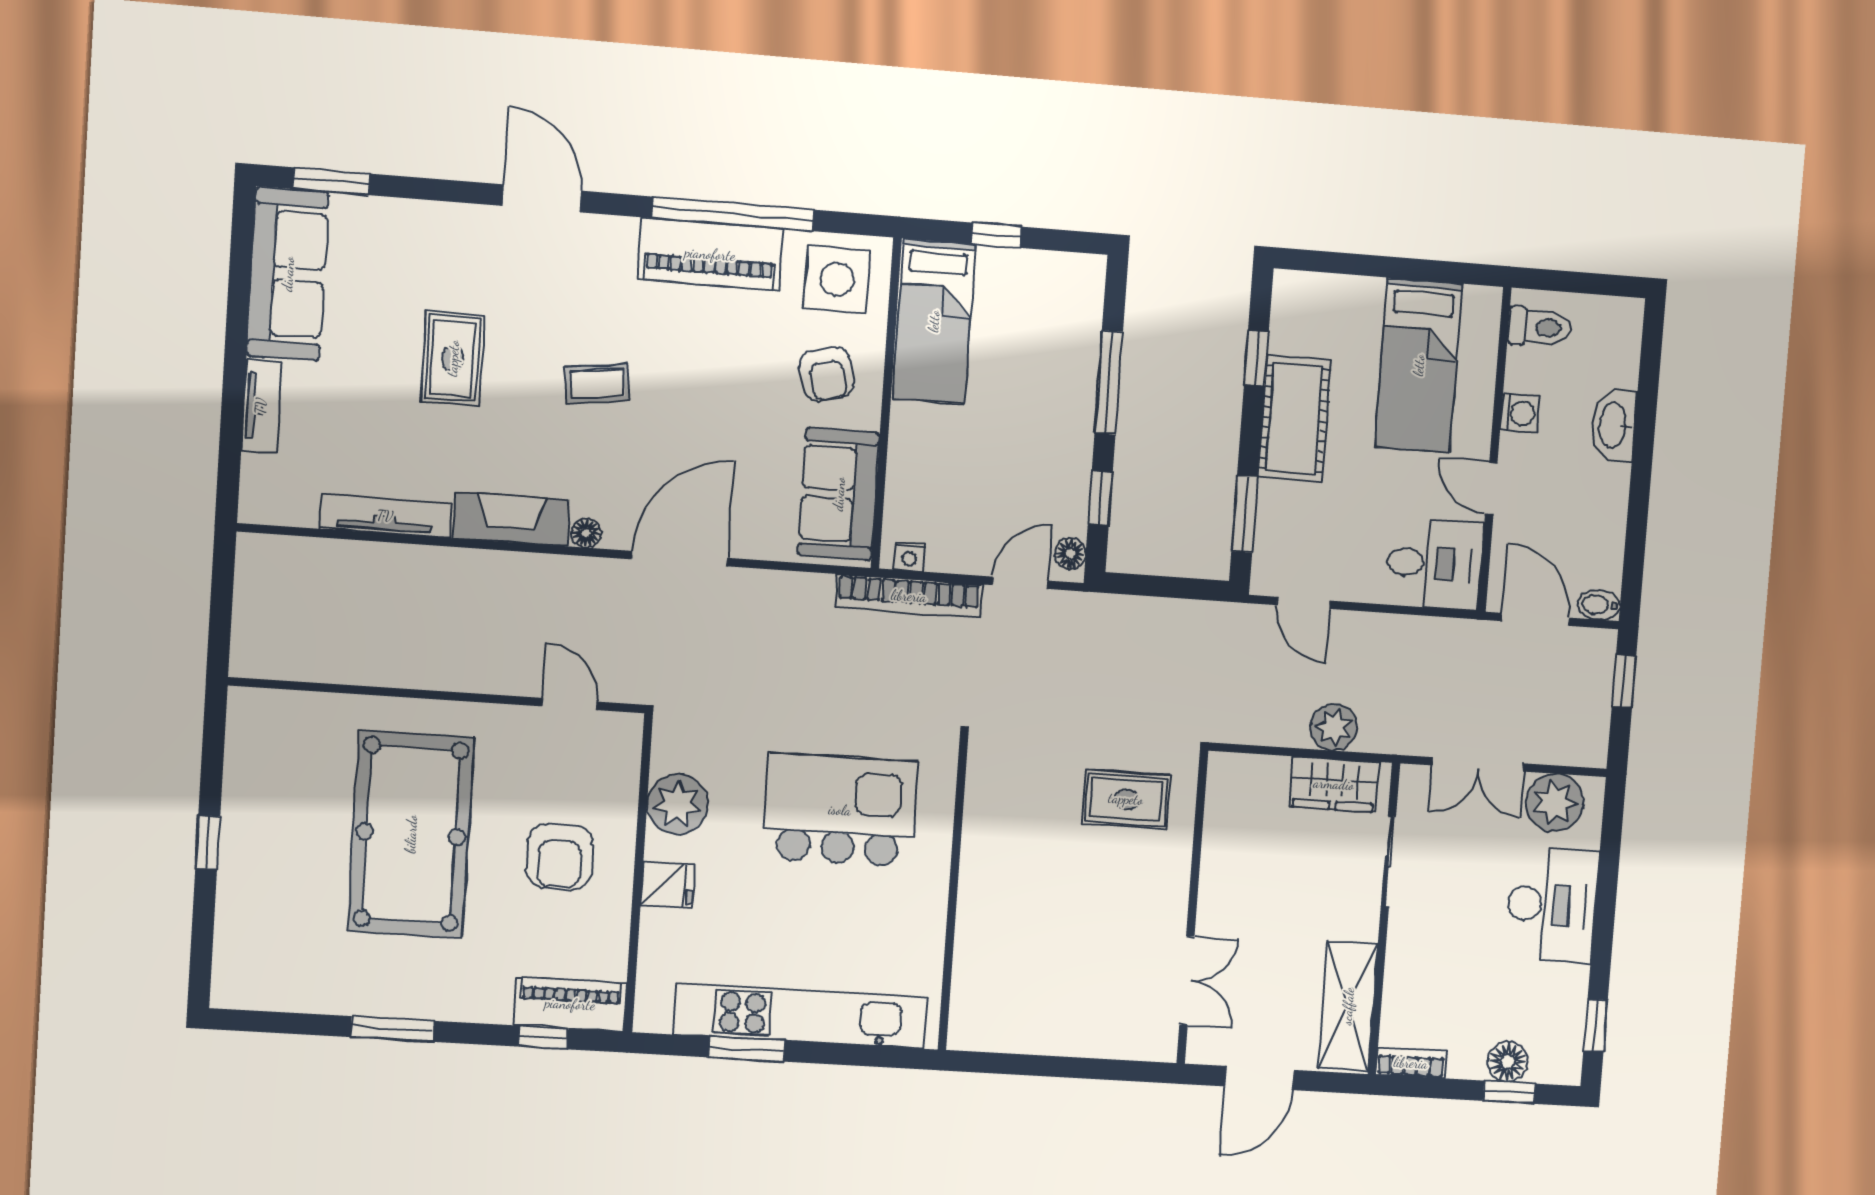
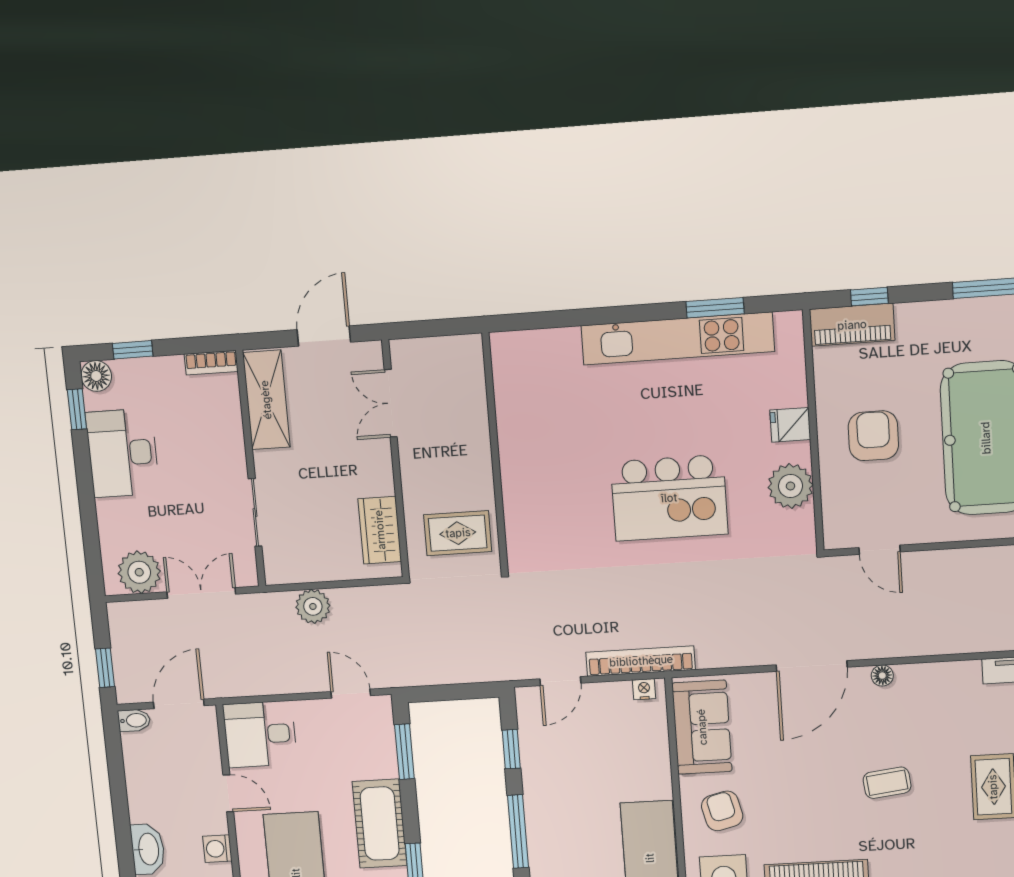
fireplace: (511, 519) -> (938, 678), removed
floor lamp: (1070, 554) -> (527, 707), removed
door: (1535, 619) -> (179, 704), swing flipped
wardrobe: (1334, 784) -> (380, 530), moved, turned -90
wall: (953, 893) -> (495, 452), moved
desk: (1552, 905) -> (123, 453), moved
floor lamp: (1508, 1062) -> (96, 376), moved

